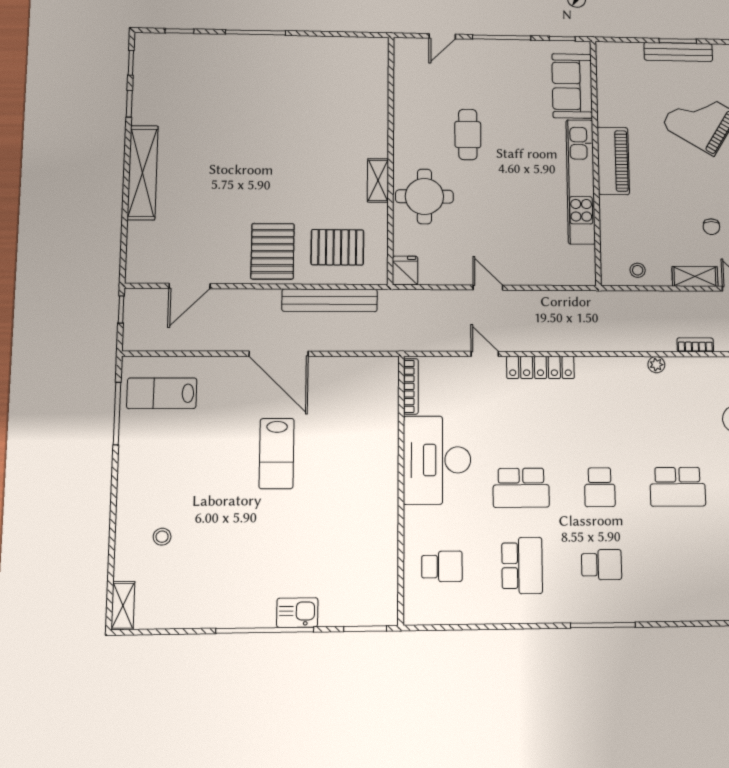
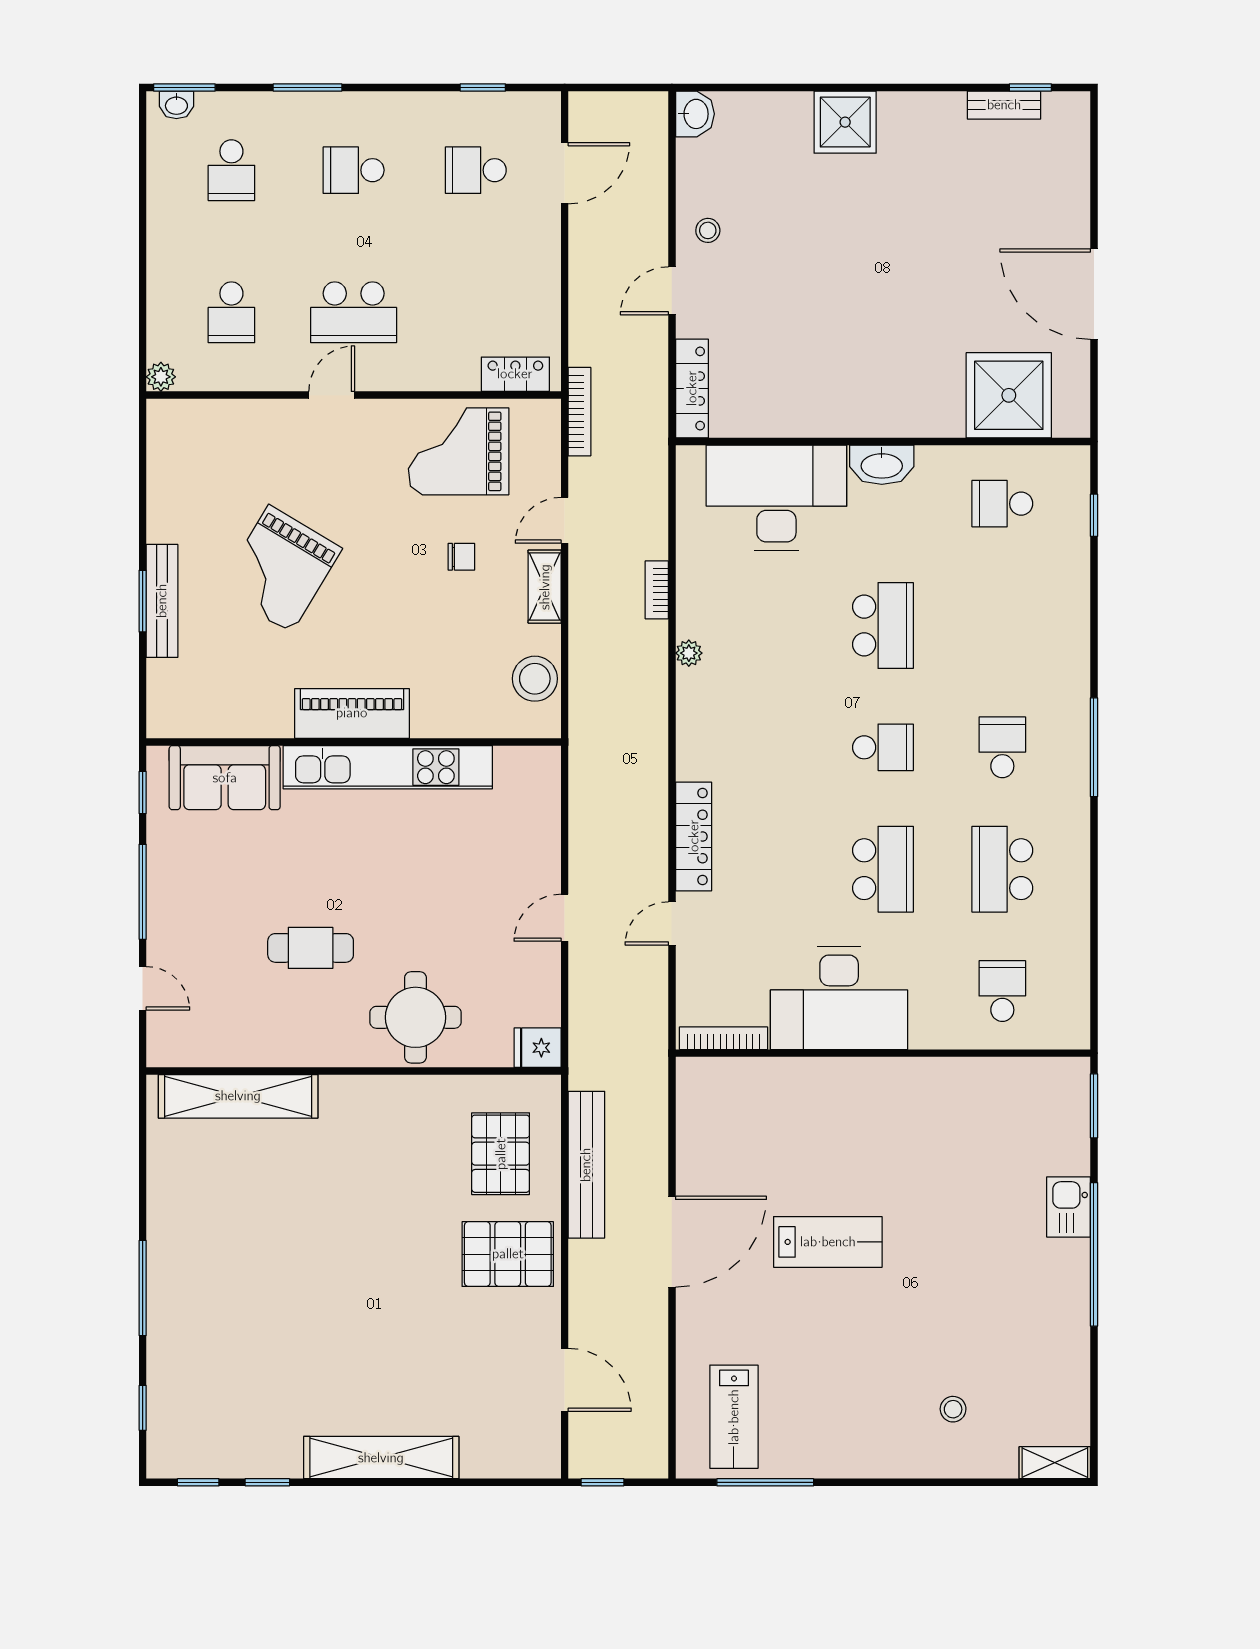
shelving: (378, 180) -> (238, 1096), moved, width x2.20, depth x1.33
stool: (638, 270) -> (535, 679), width x1.89, depth x1.89
school desk: (522, 566) -> (1002, 869), turned -90

